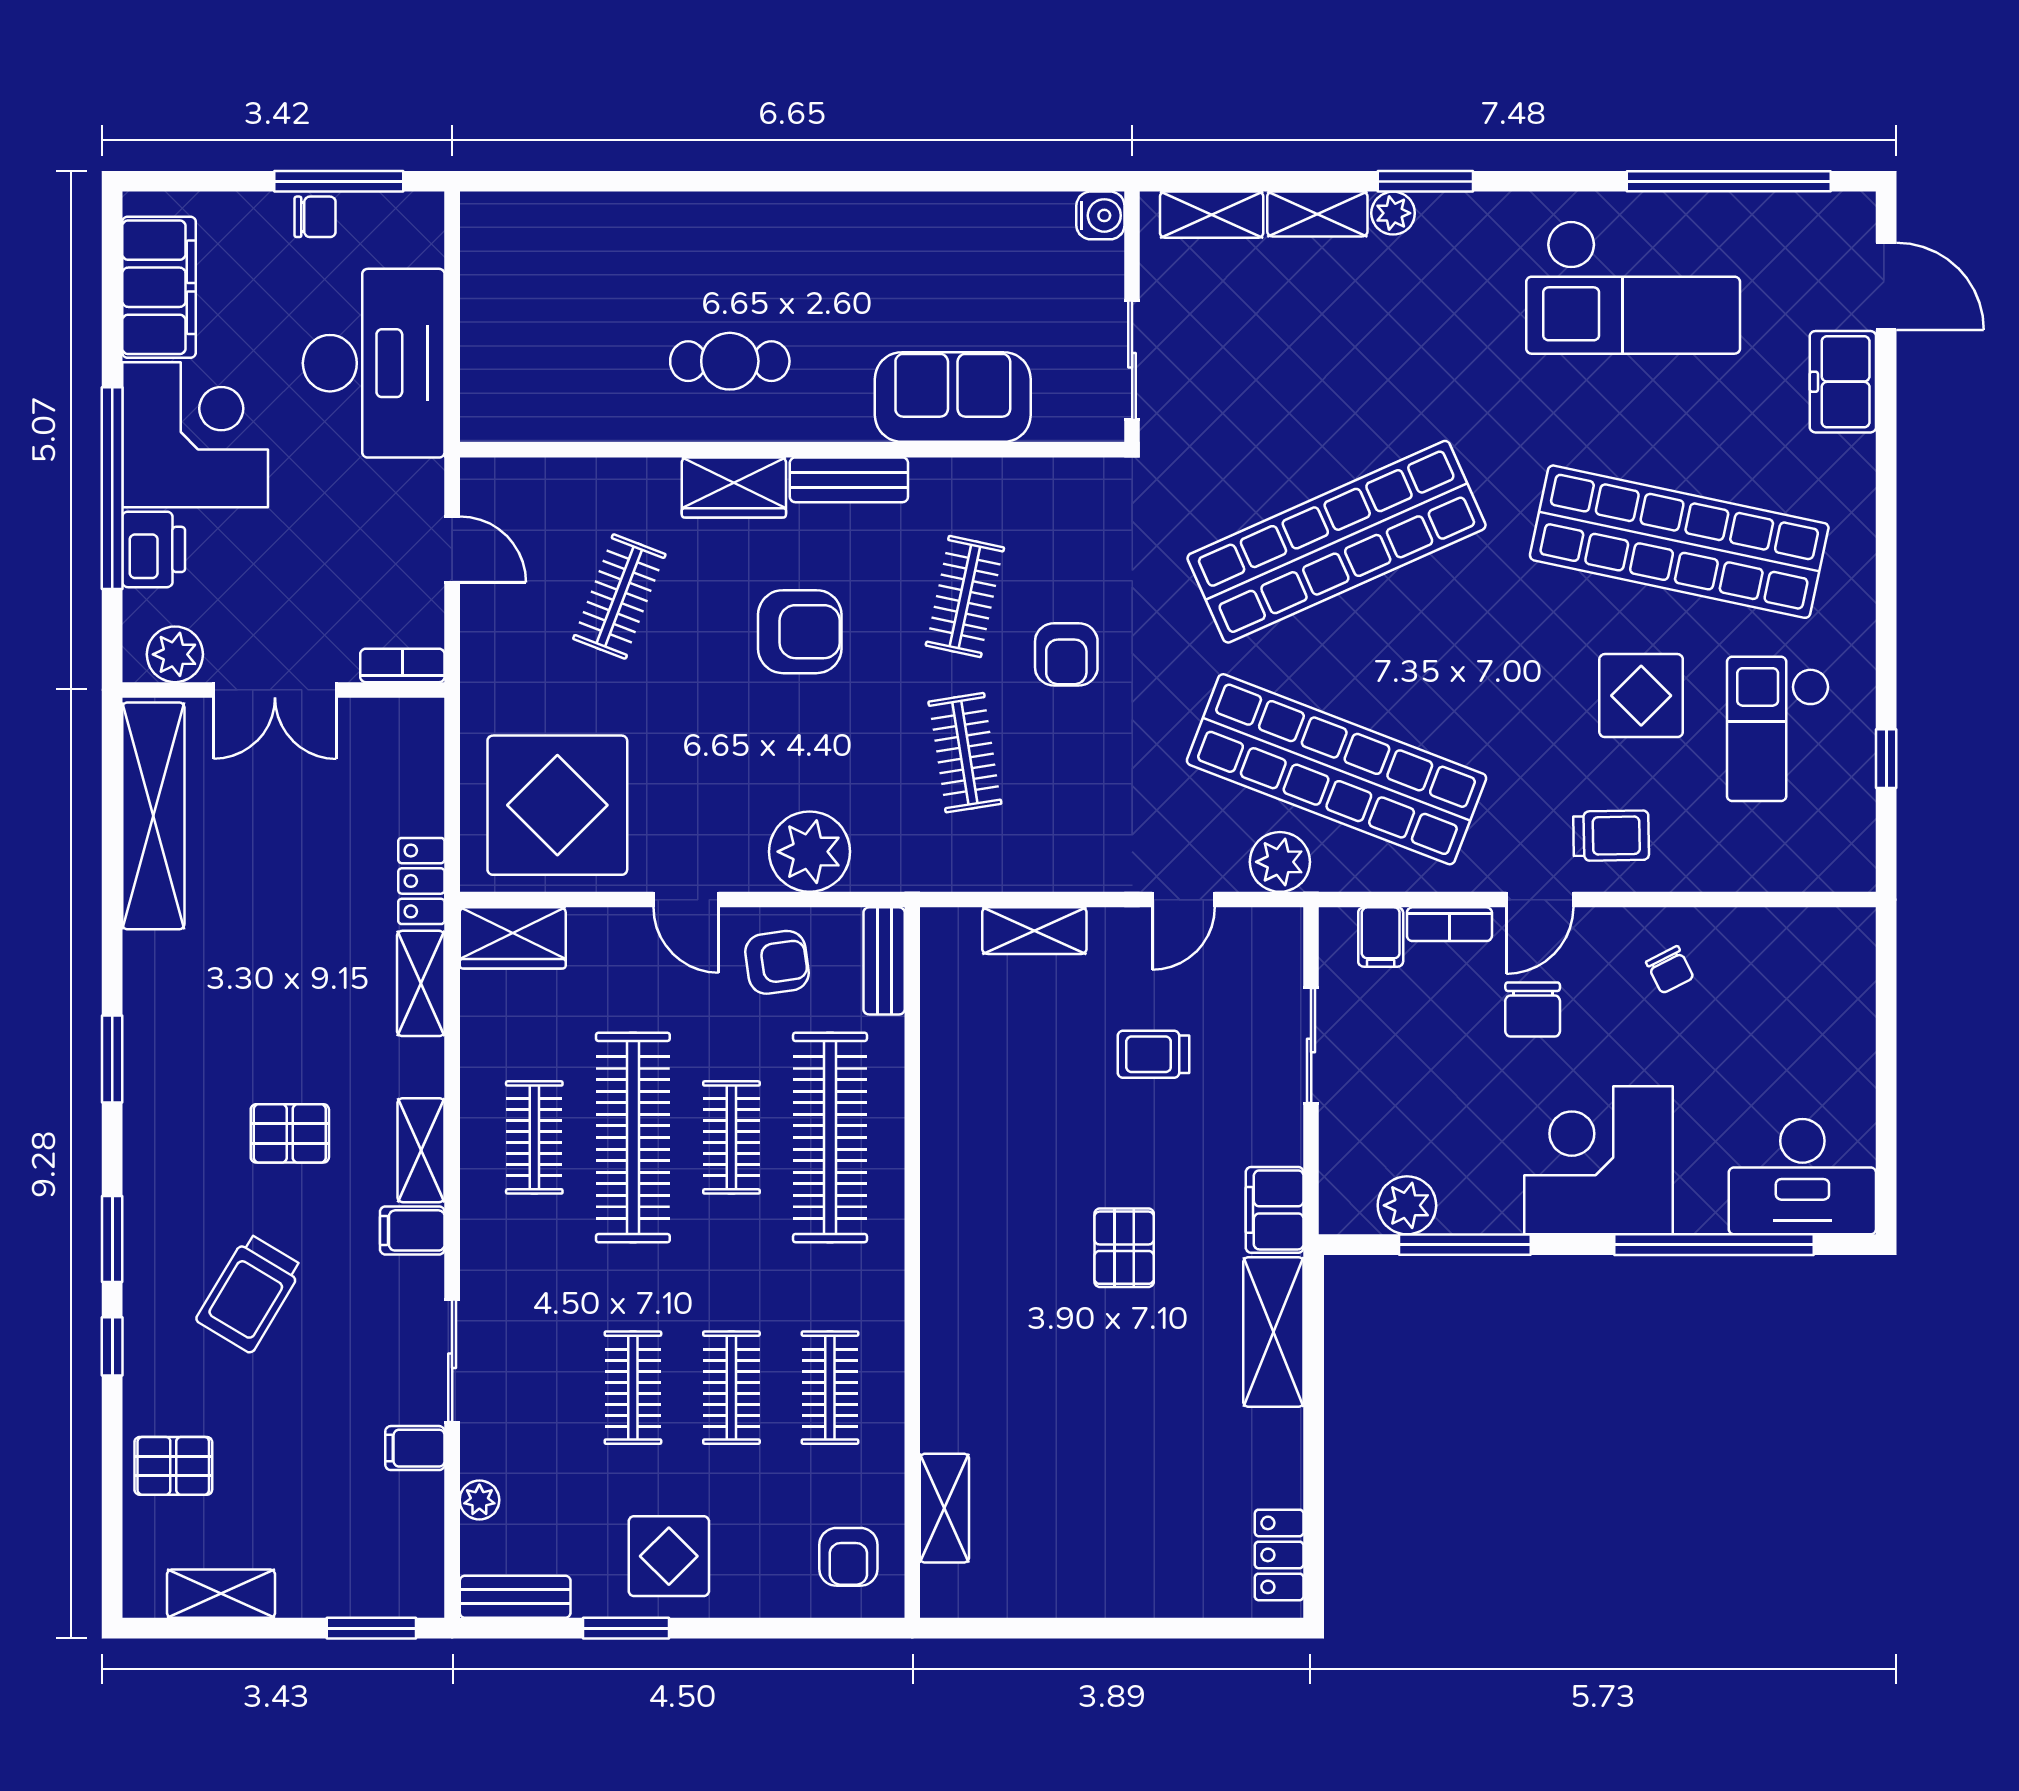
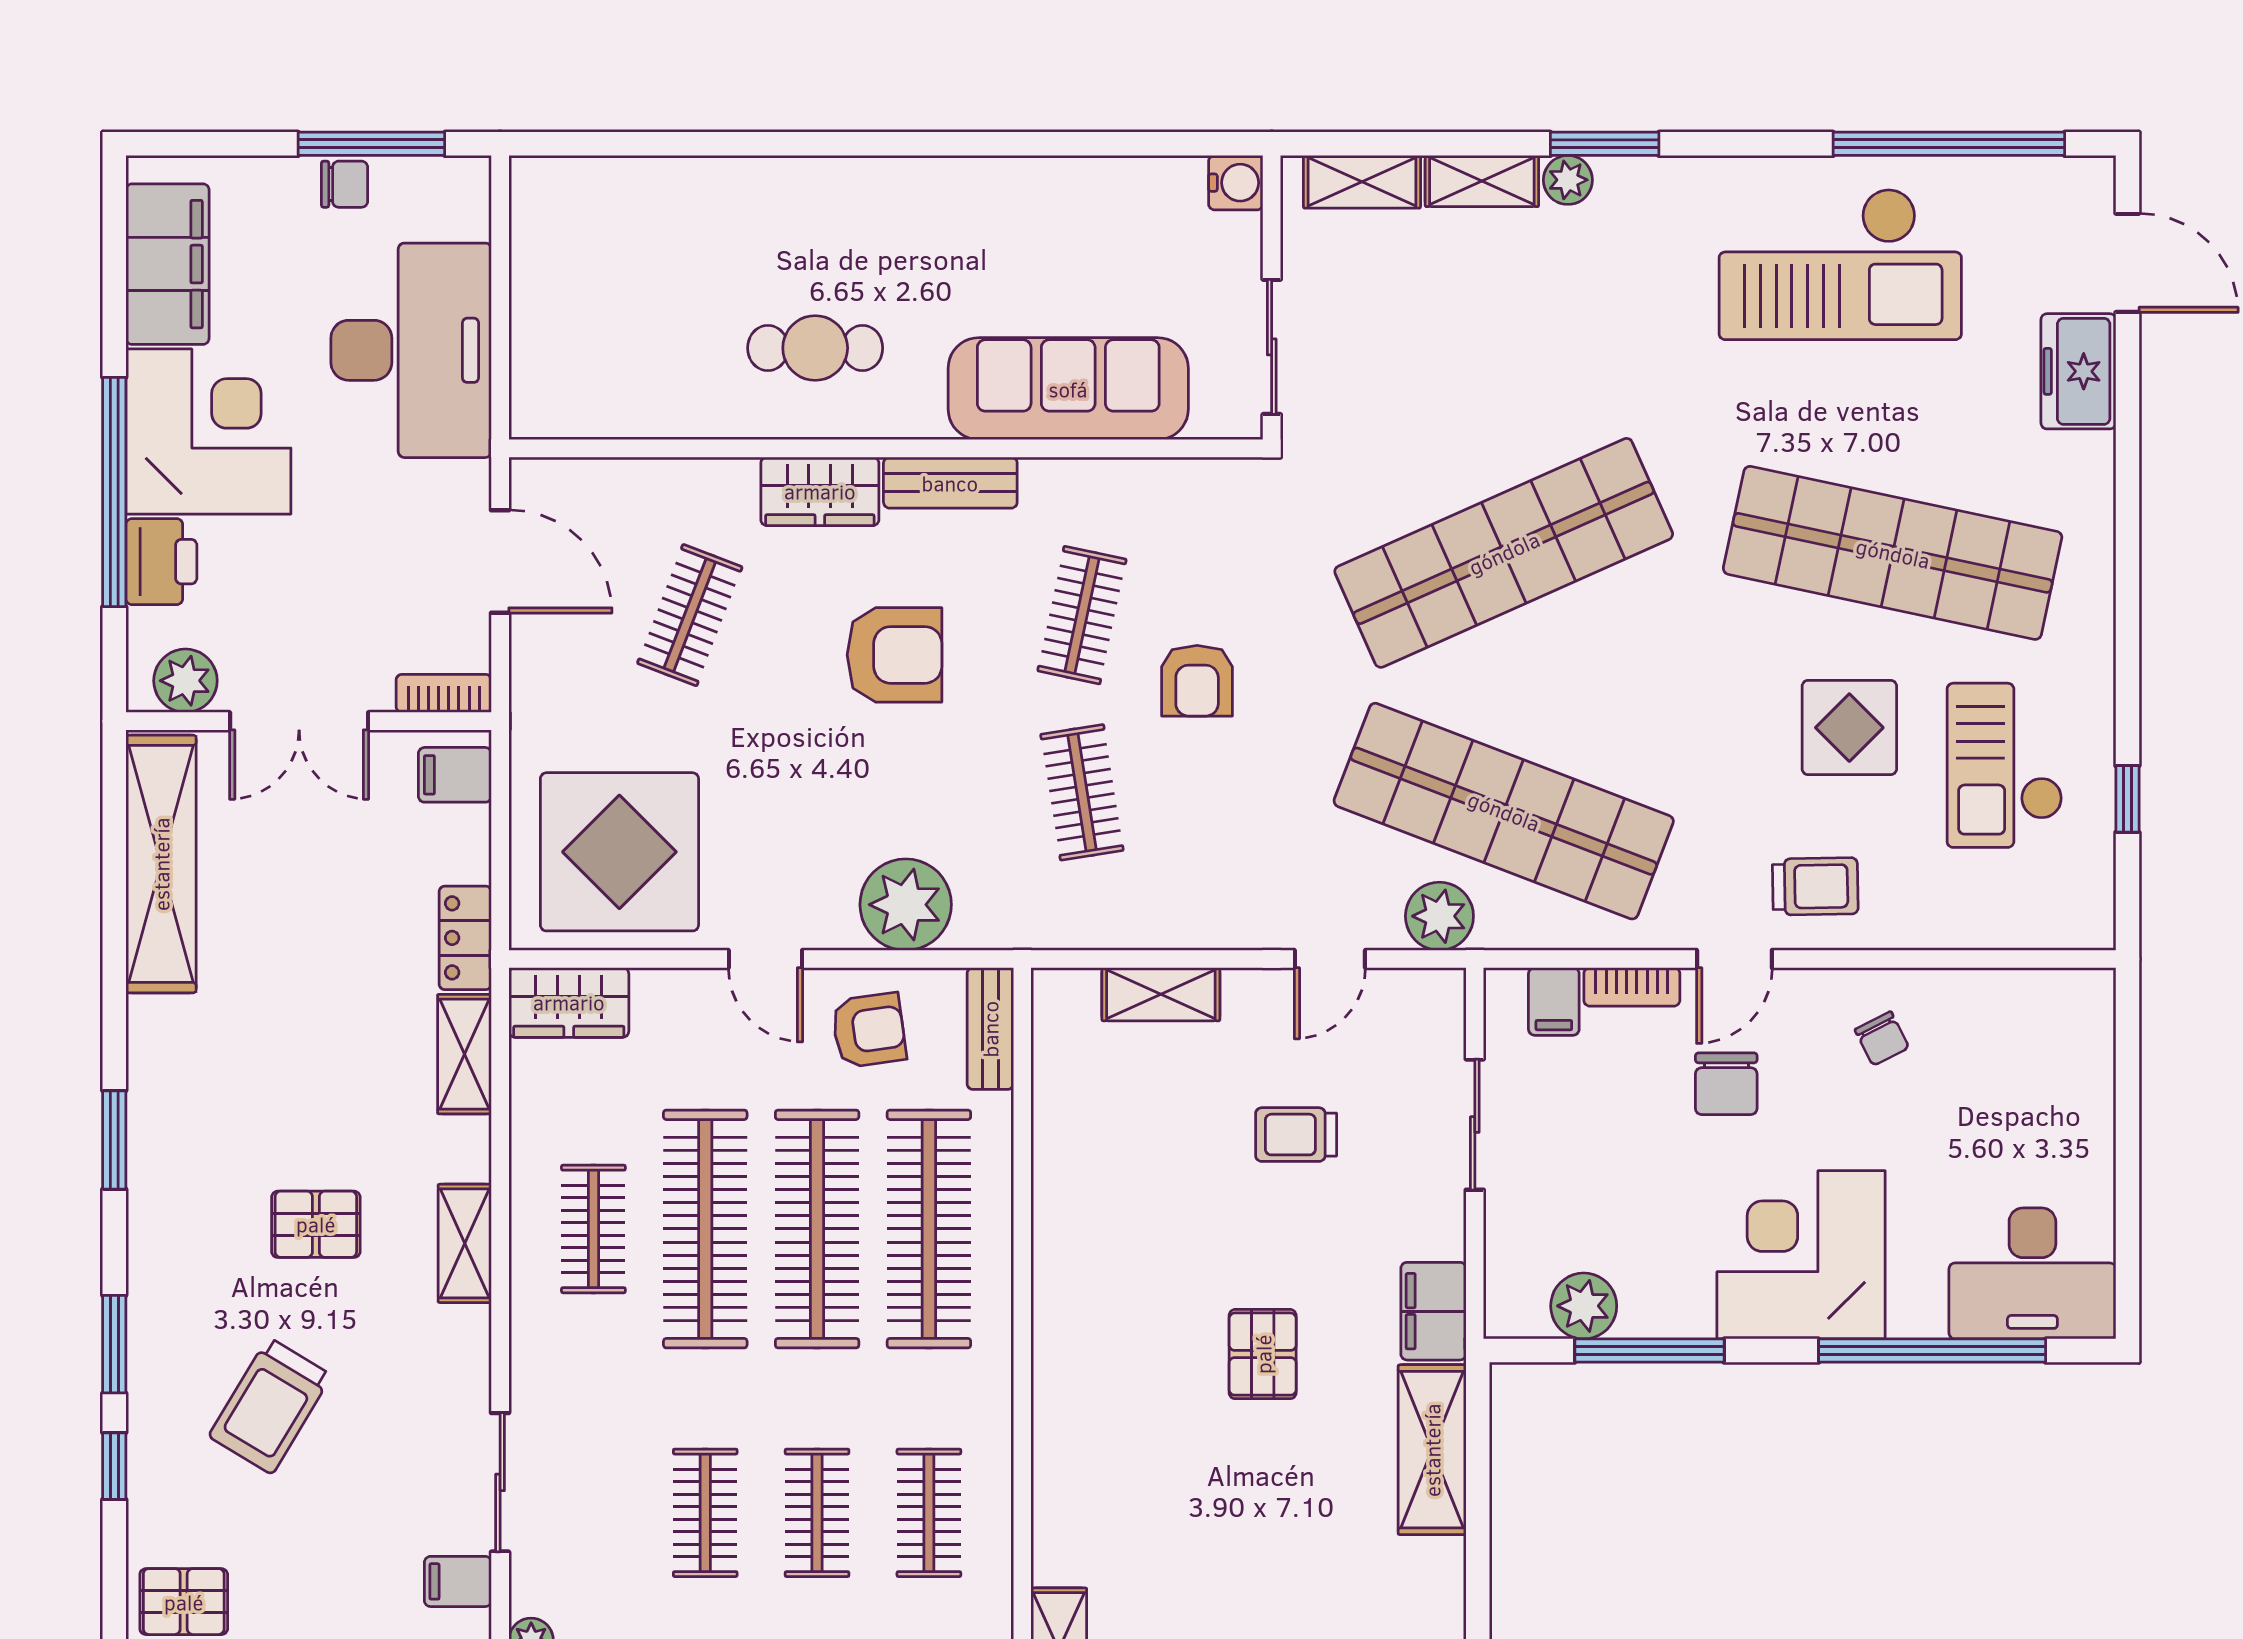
sofa: (953, 397) -> (1068, 389), width x1.36
door: (452, 549) -> (500, 562), width x1.38
clothes rail: (731, 1137) -> (817, 1229), width x1.86, depth x1.31
filing cabinet: (412, 1230) -> (455, 775), moved

